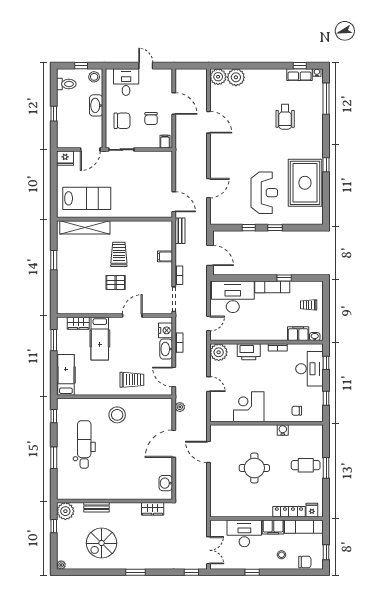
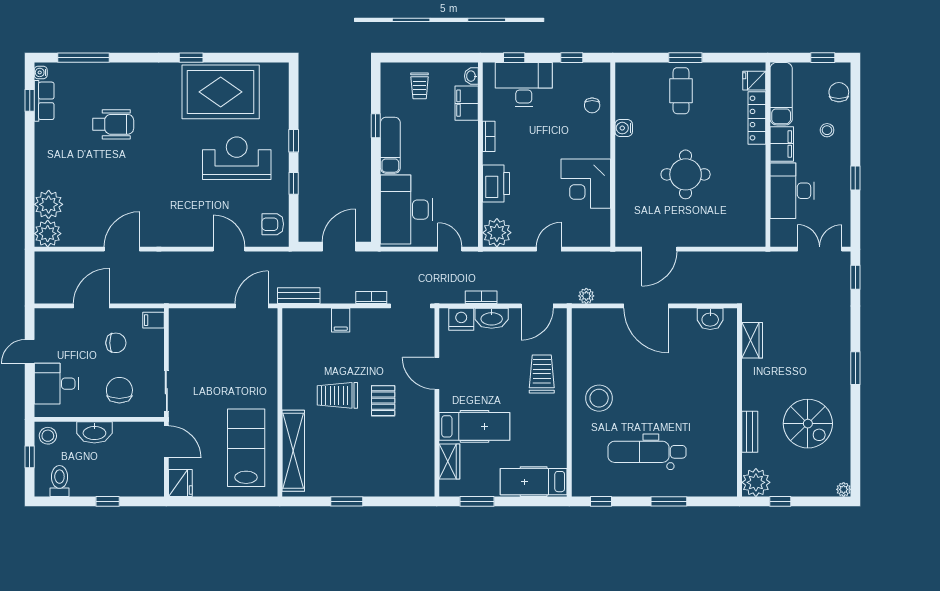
armchair: (224, 215) -> (273, 224), added

